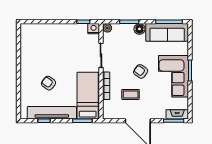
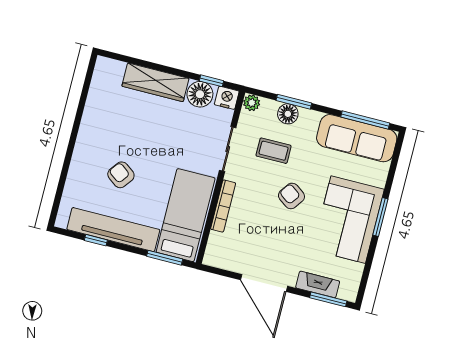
floor lamp: (139, 29) -> (288, 114), moved
wardrobe: (54, 30) -> (155, 82), added
floor lamp: (79, 30) -> (200, 94), added
coffee table: (131, 94) -> (274, 151), moved
fireplace: (177, 114) -> (318, 284), moved

